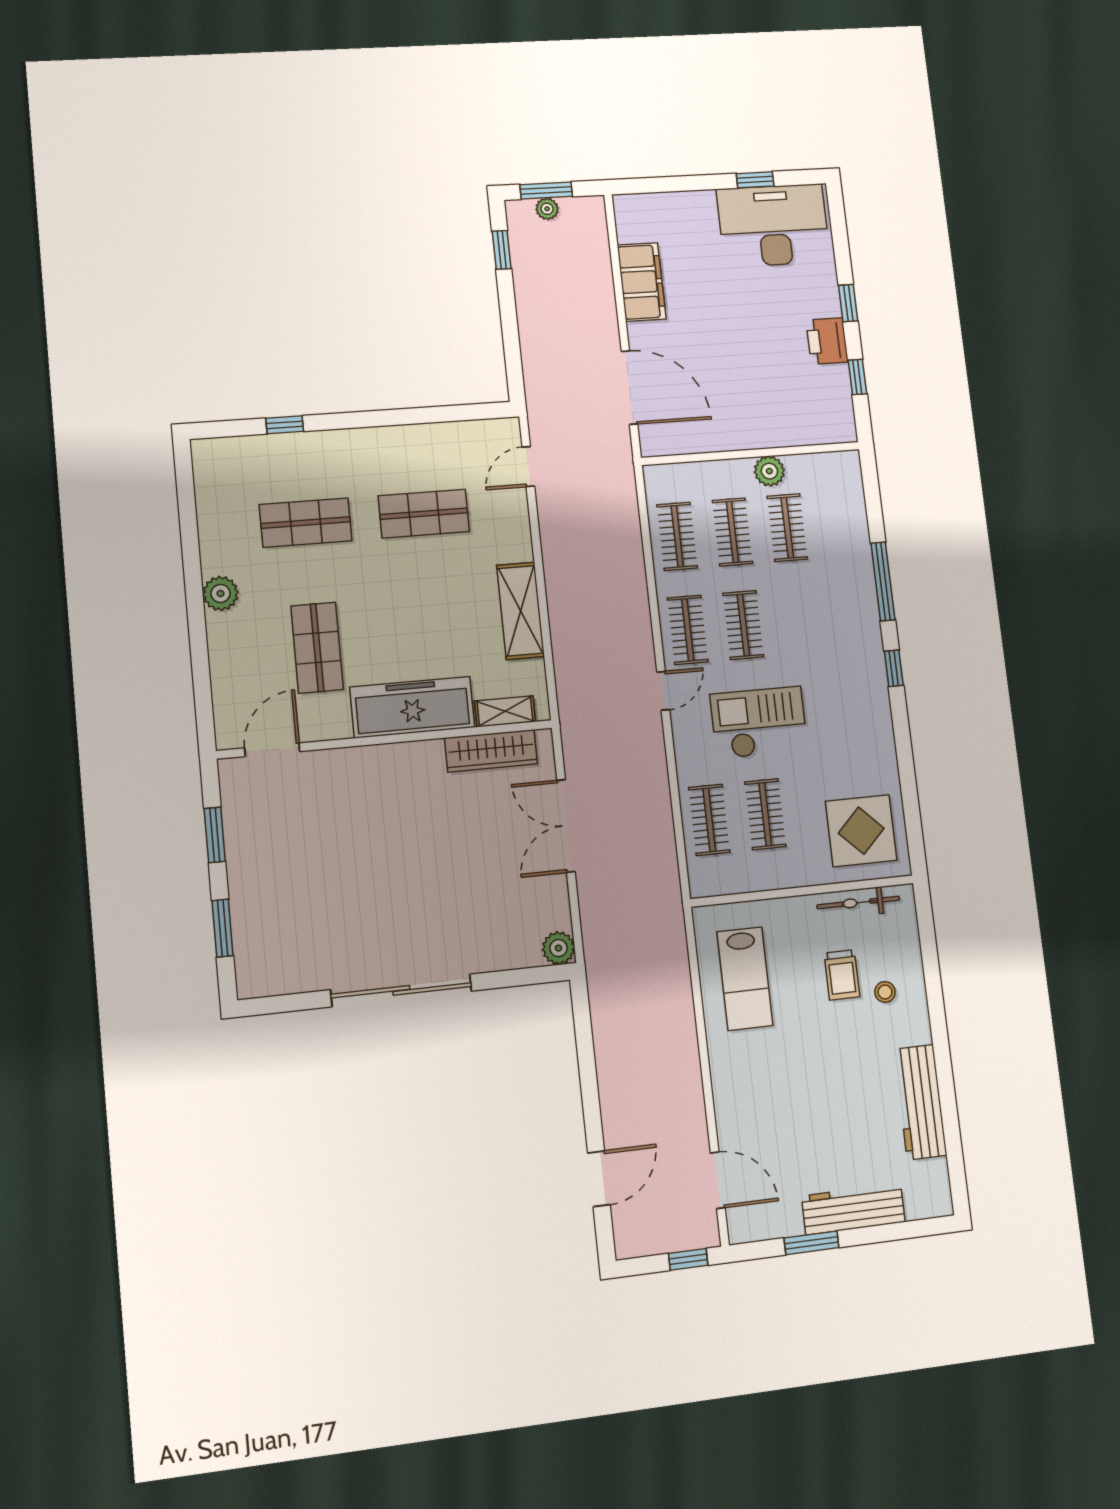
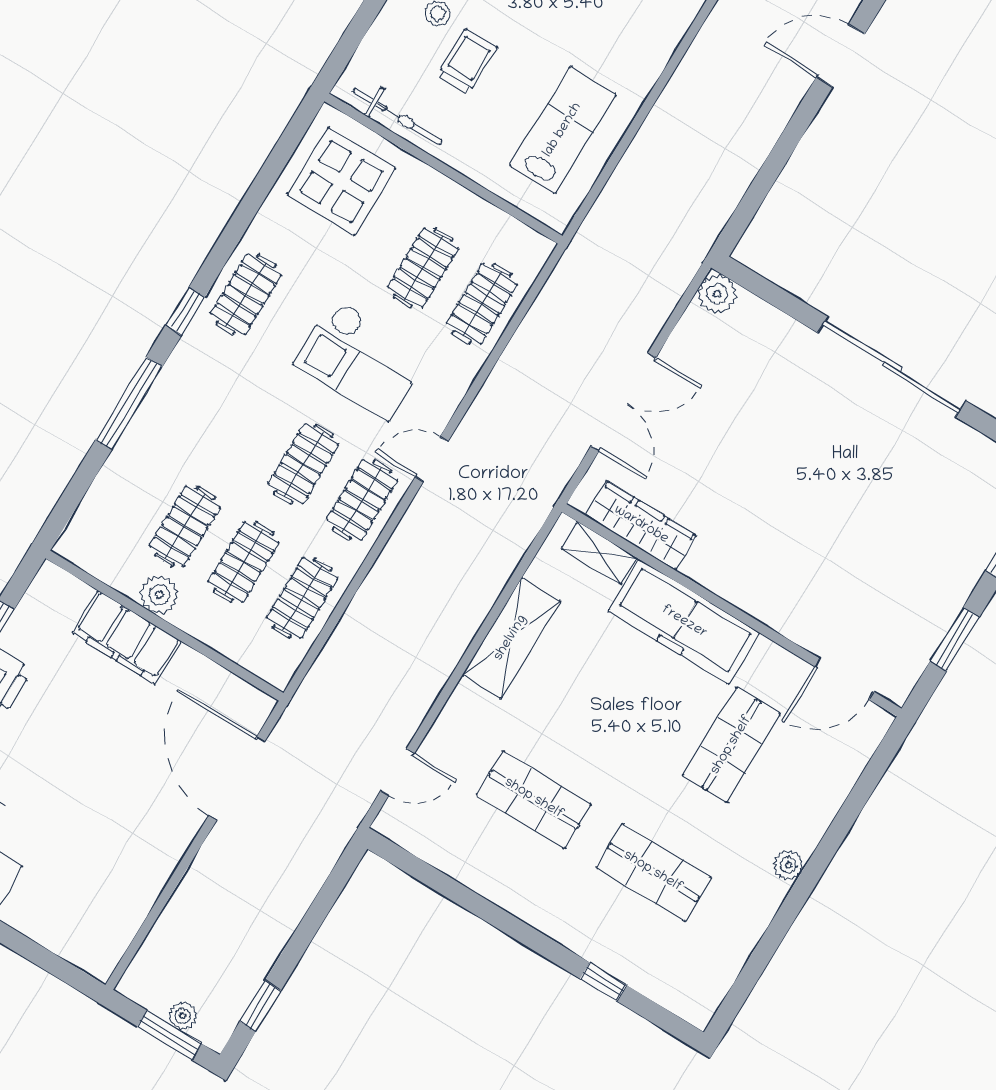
filing cabinet: (642, 282) -> (127, 637), moved, turned -90
plant: (220, 593) -> (788, 865), width x0.73, depth x0.73
clothes rail: (864, 709) -> (246, 294), added

